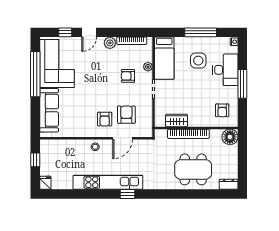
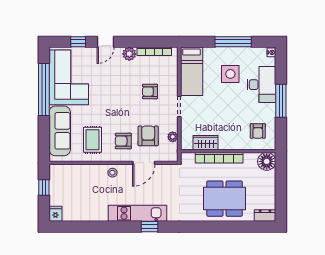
plant: (148, 67) -> (173, 137), moved
rug: (78, 118) -> (92, 140), added
armchair: (105, 119) -> (123, 141), turned 90
kitchen unit: (108, 182) -> (137, 213), width x0.73

